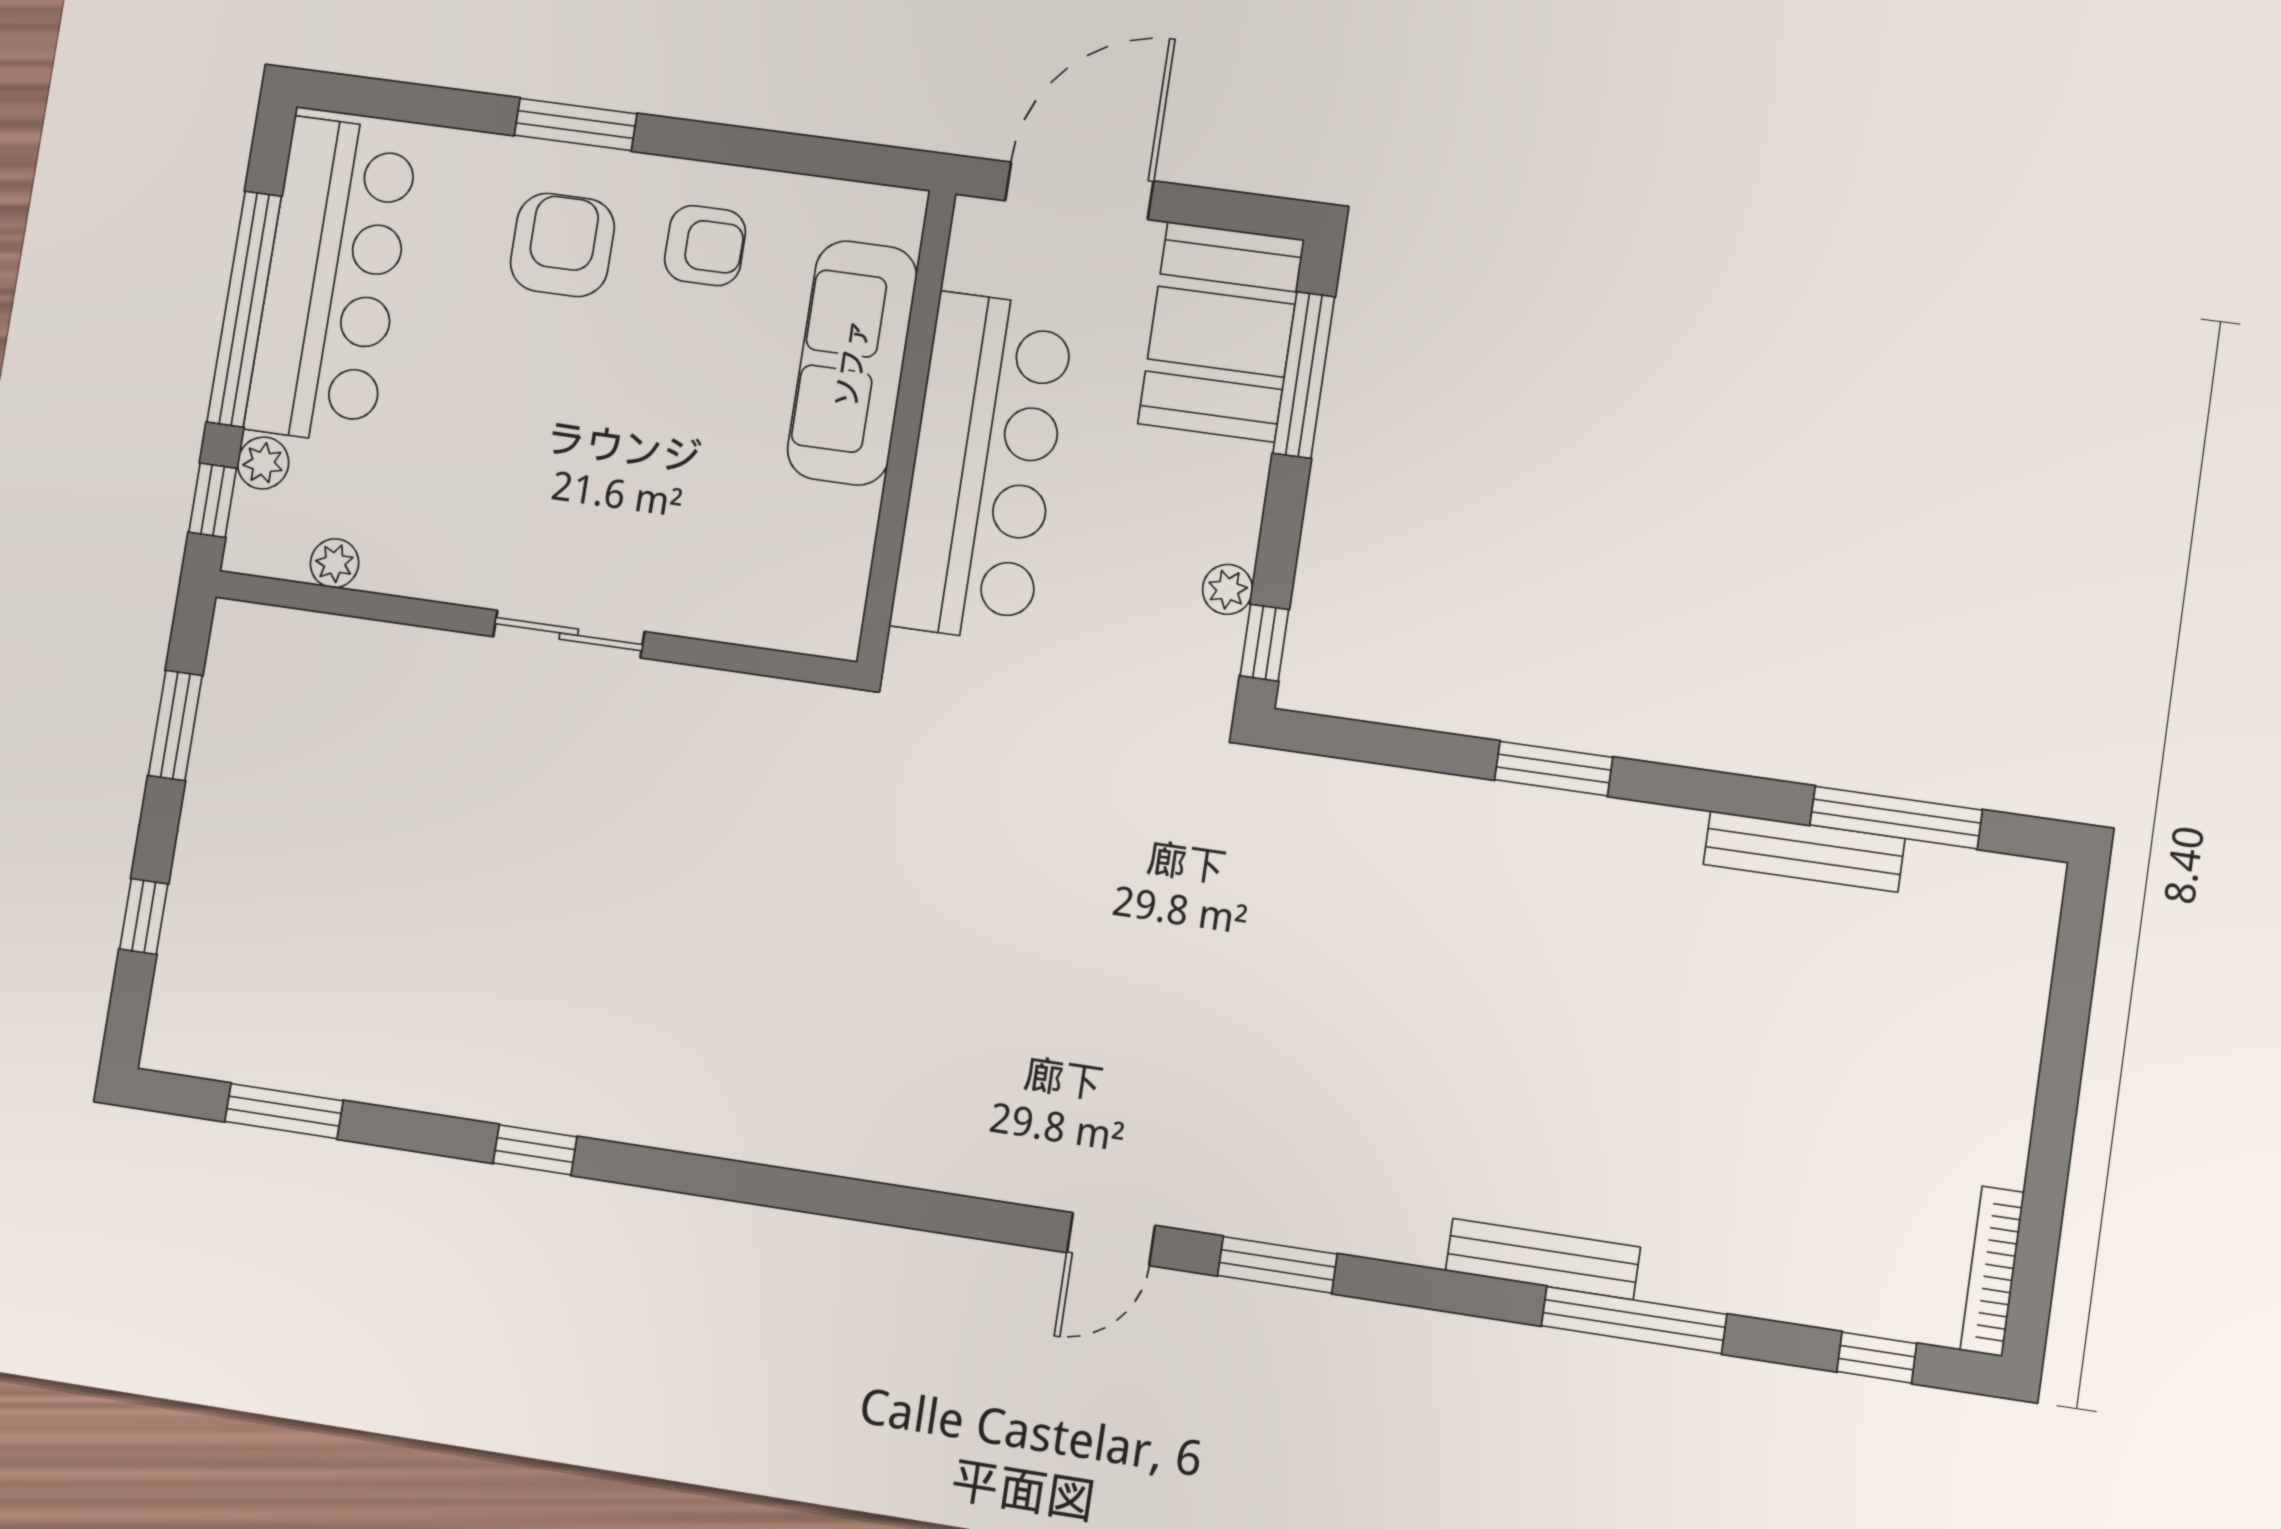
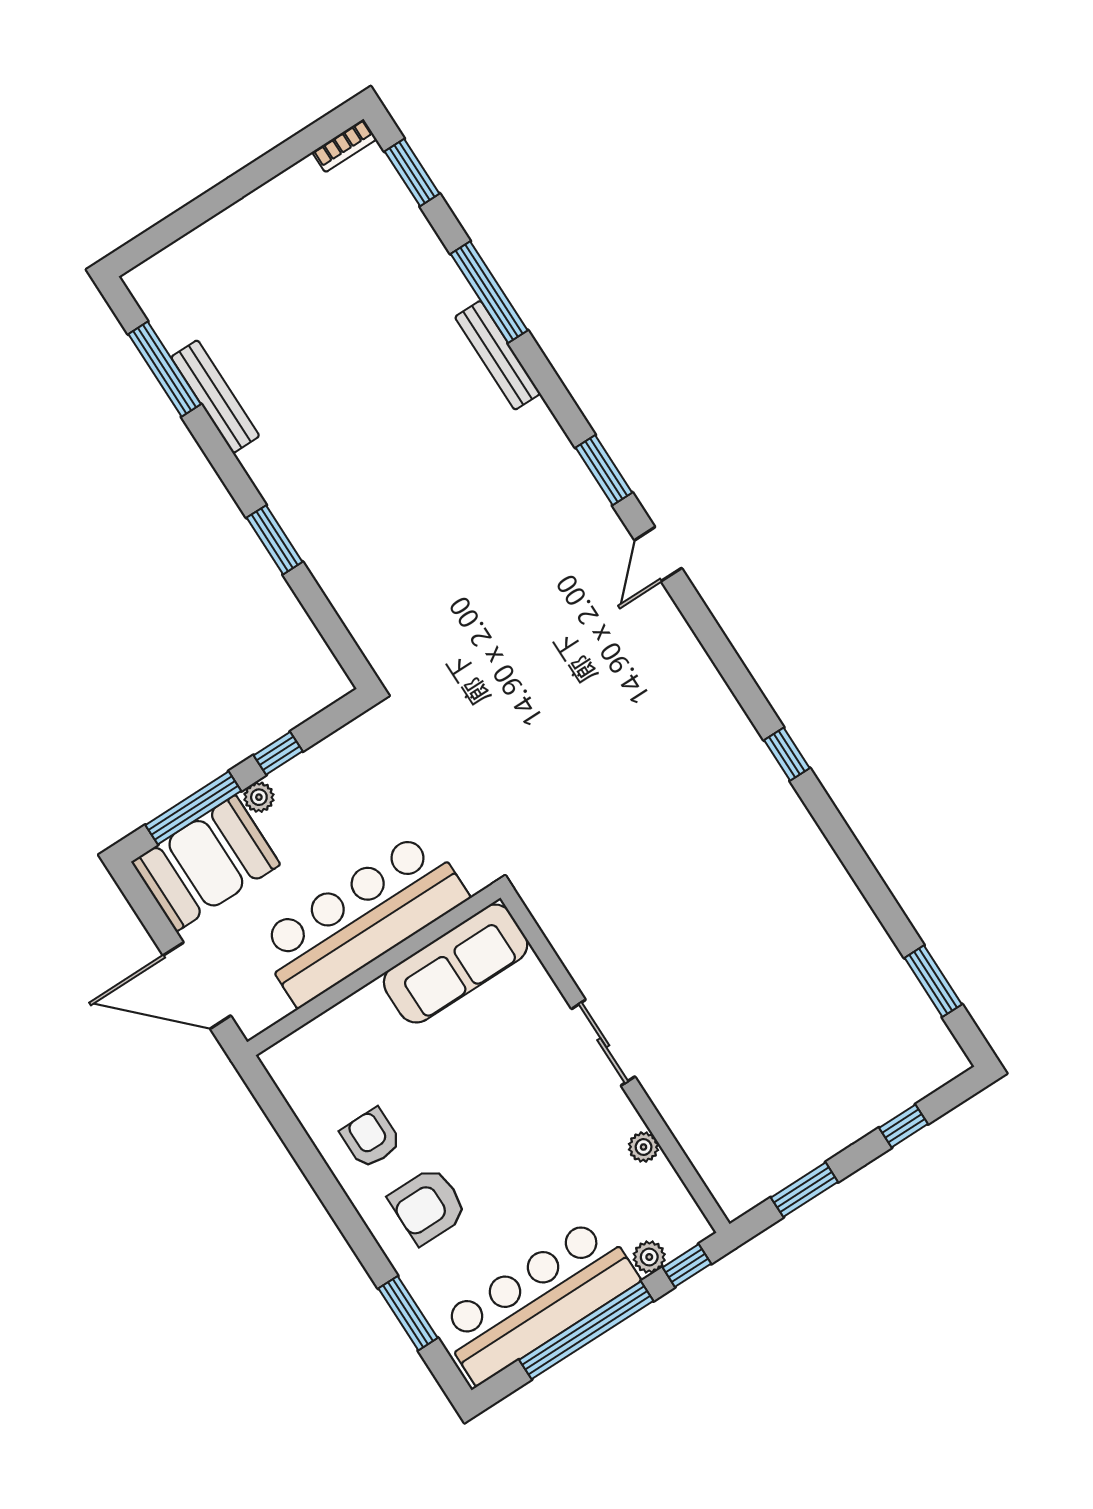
window: (576, 124) -> (408, 1313), moved
sofa: (852, 363) -> (456, 964), moved
plant: (335, 563) -> (644, 1147), moved
plant: (1228, 589) -> (259, 797), moved
window: (1264, 643) -> (278, 753), moved
window: (535, 1150) -> (787, 754), moved
door: (1111, 1239) -> (658, 554), swing flipped
bookcase: (1992, 1271) -> (344, 146), width x0.64
window: (1877, 1358) -> (412, 173), width x1.50

